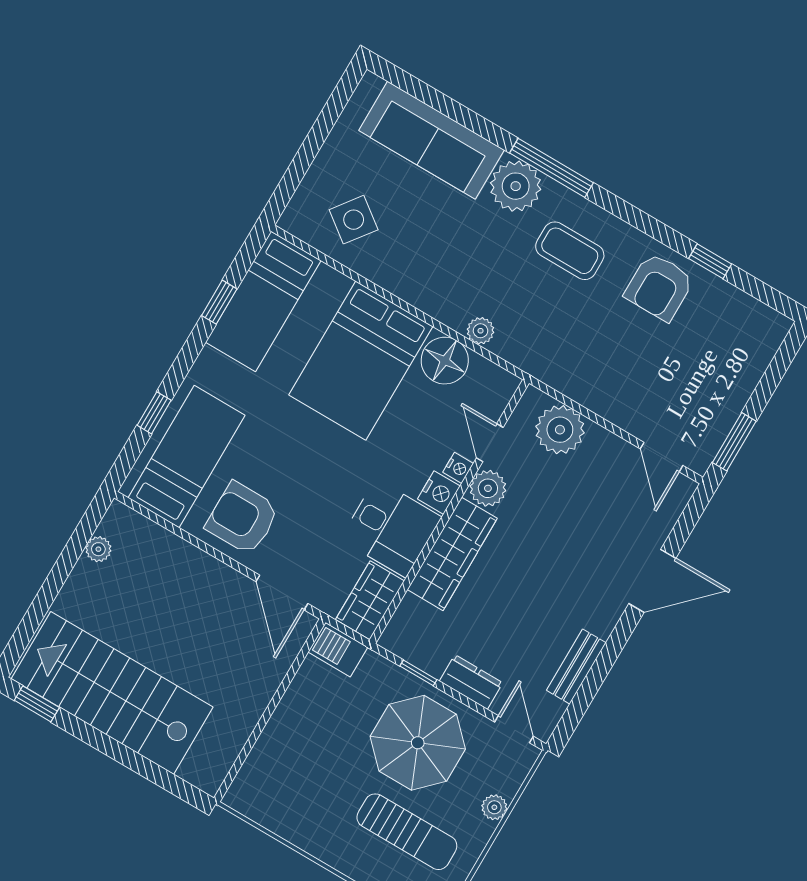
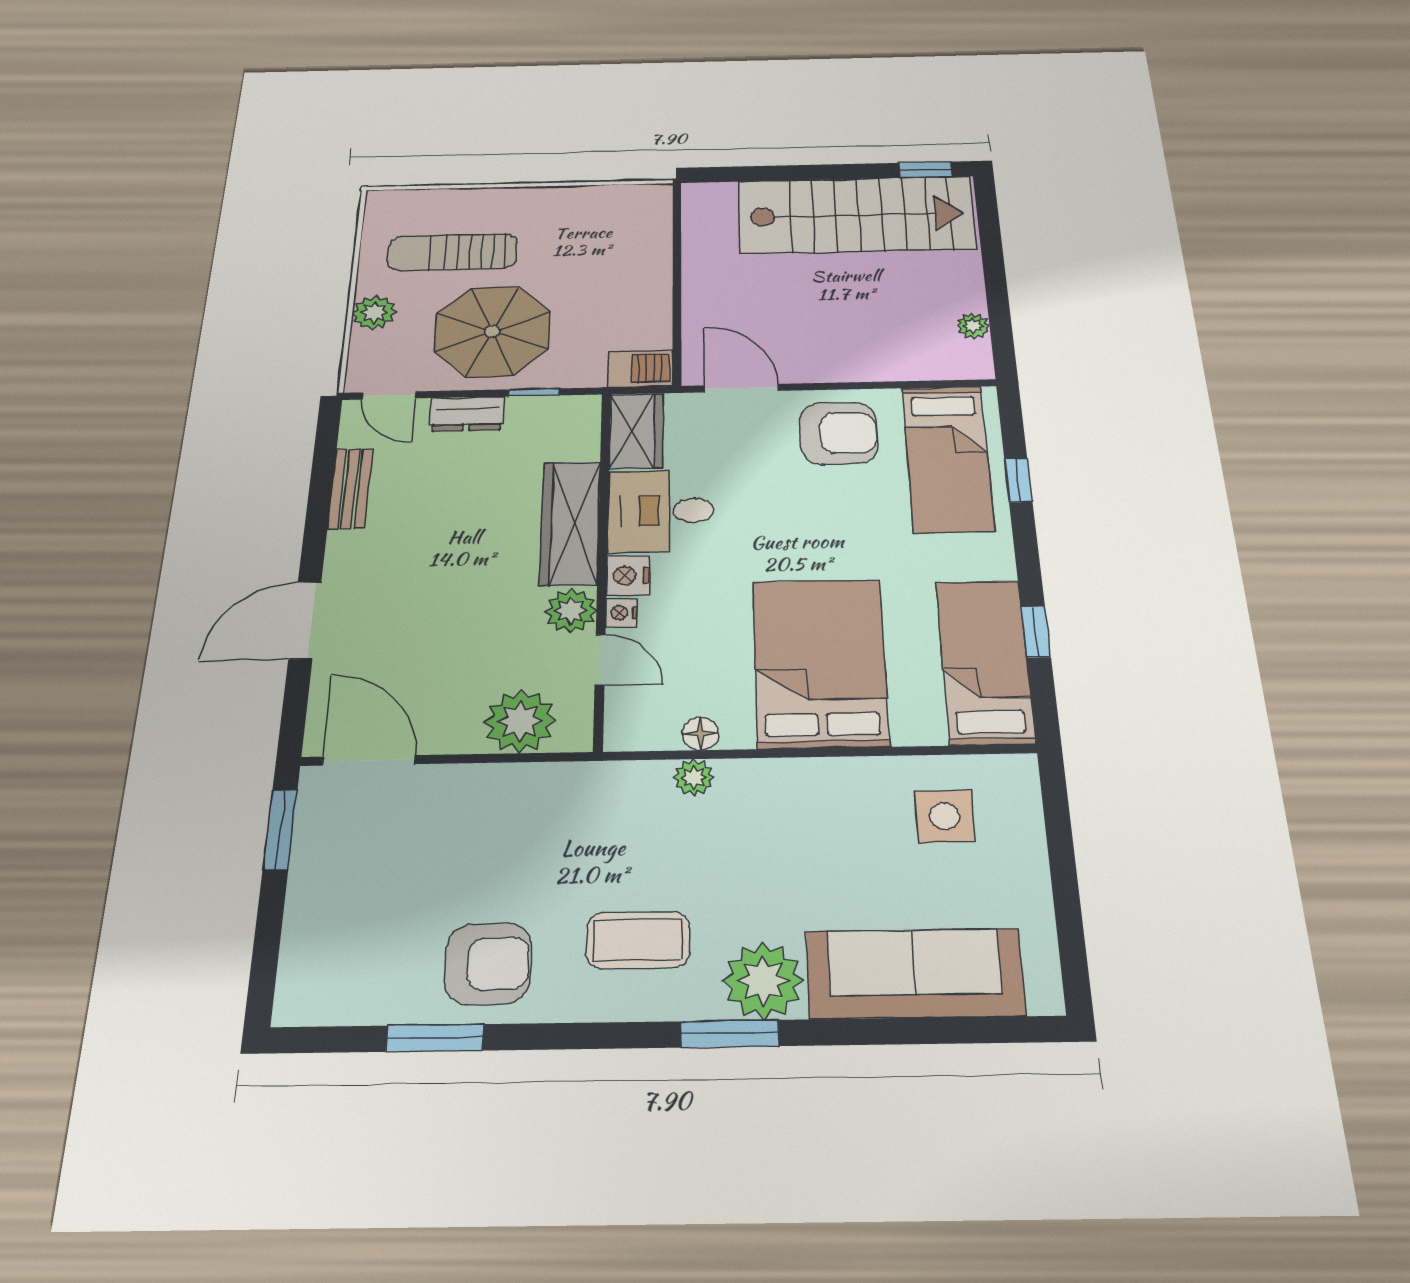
window: (551, 168) -> (730, 1034), width x0.69
side table: (354, 220) -> (945, 816), turned -37
window: (710, 261) -> (435, 1038), width x1.50
armchair: (659, 287) -> (488, 964), turned 90
floor lamp: (445, 361) -> (700, 734), width x0.53, depth x0.53
door: (662, 457) -> (369, 760), width x1.38
plant: (494, 807) -> (374, 313), width x1.38, depth x1.38

